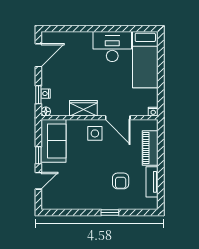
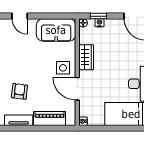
door: (118, 118) -> (77, 89), hinge flipped
window: (38, 155) -> (43, 16), removed
armchair: (121, 181) -> (19, 91), turned 97

